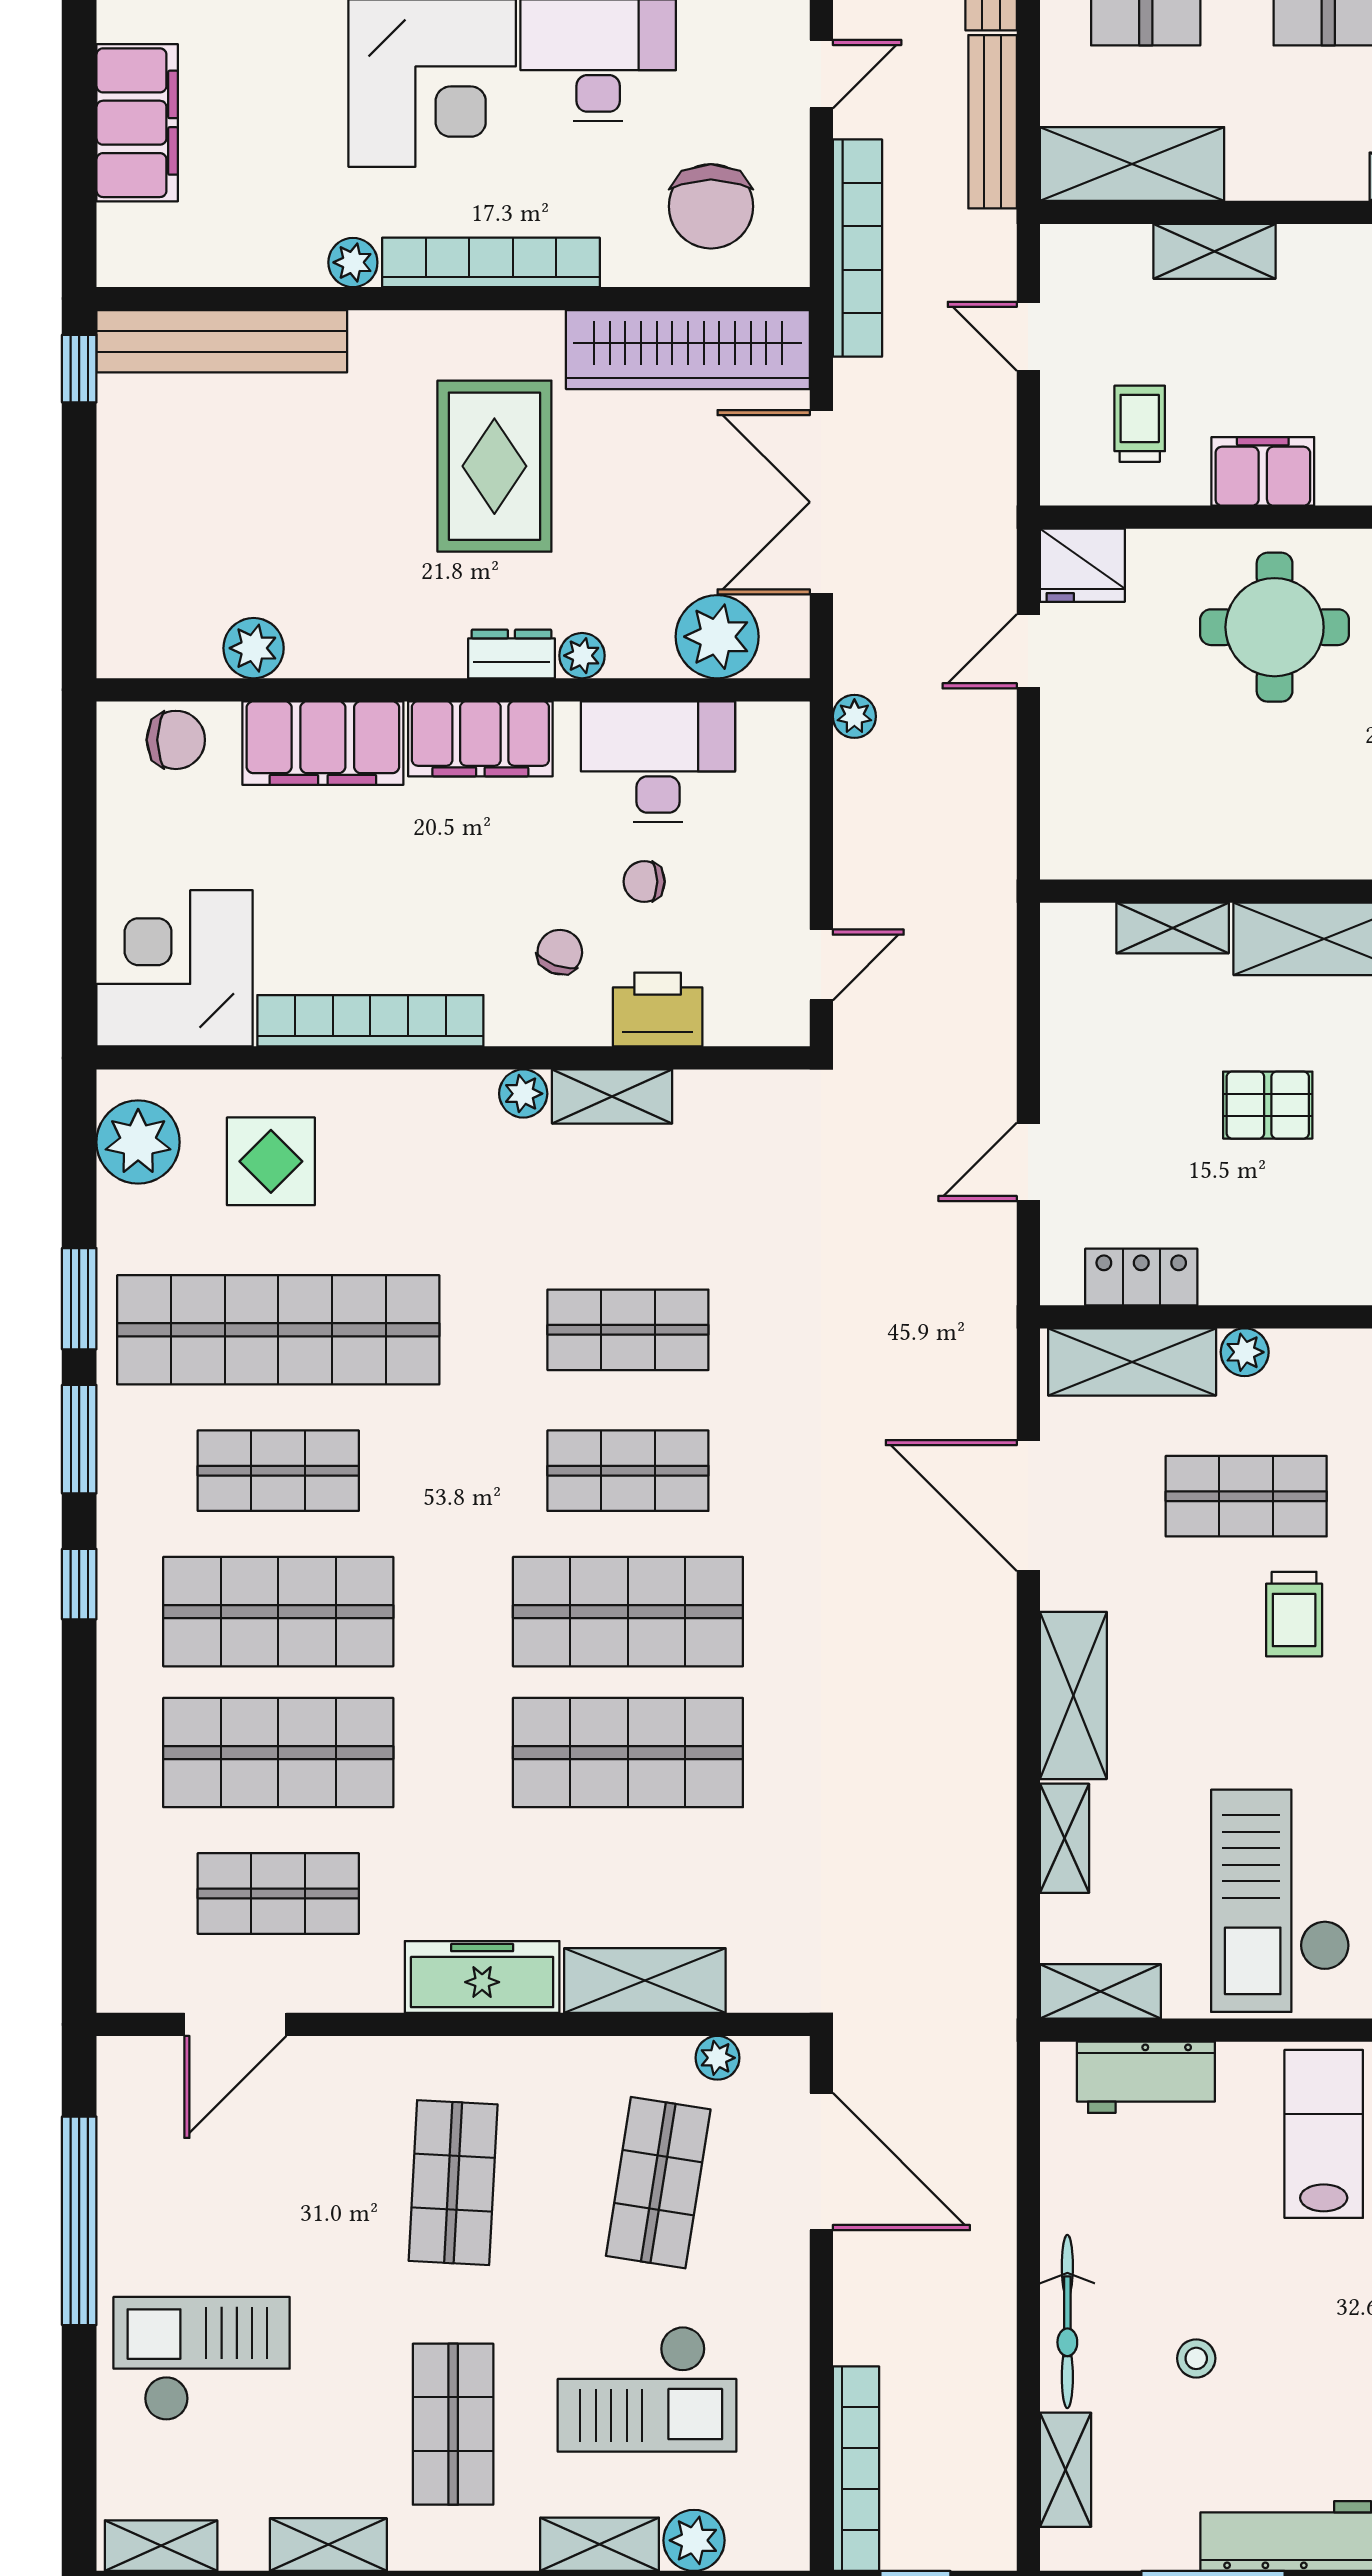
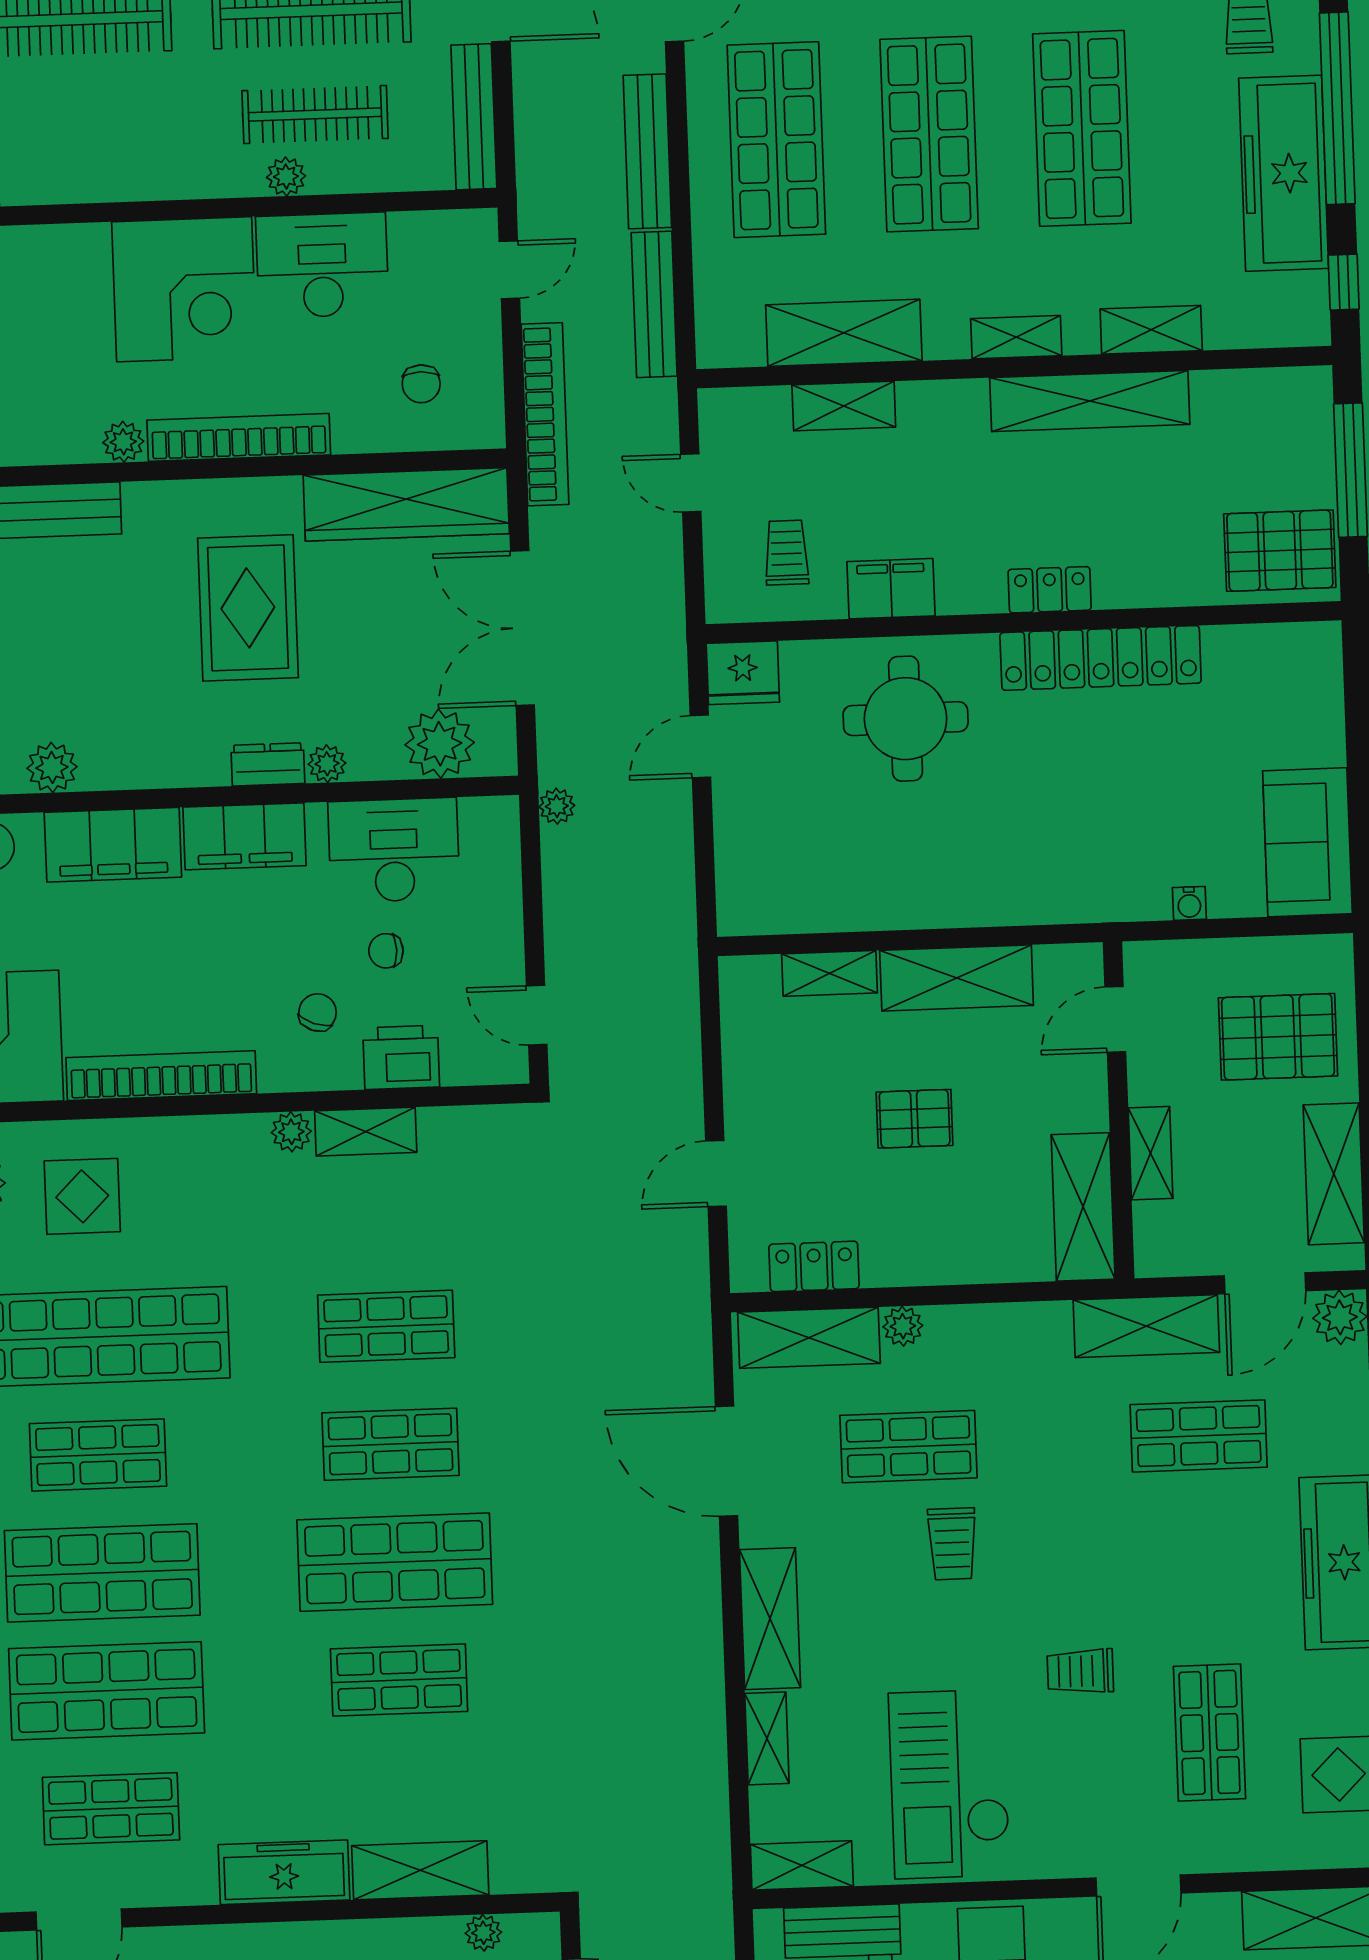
shelving: (1132, 164) -> (844, 333), moved
chair: (711, 206) -> (421, 384), width x0.54, depth x0.54
door: (821, 965) -> (537, 1015), swing flipped
shop shelf: (628, 1753) -> (399, 1680), width x0.70, depth x0.74

